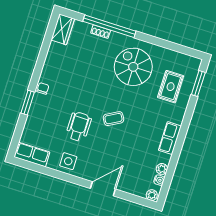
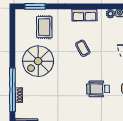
rug: (171, 87) -> (44, 27), turned 90
coffee table: (113, 119) -> (83, 48), moved

